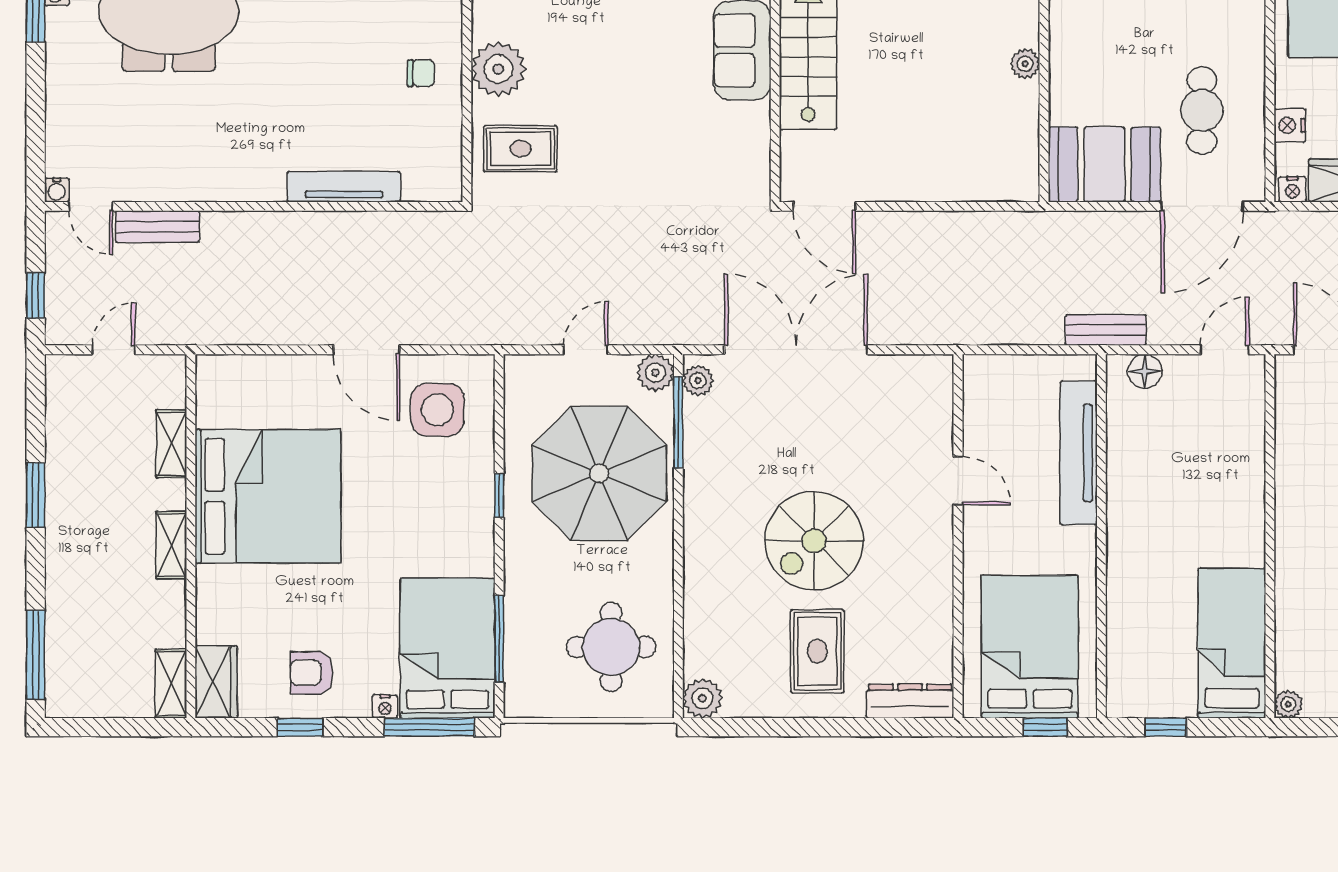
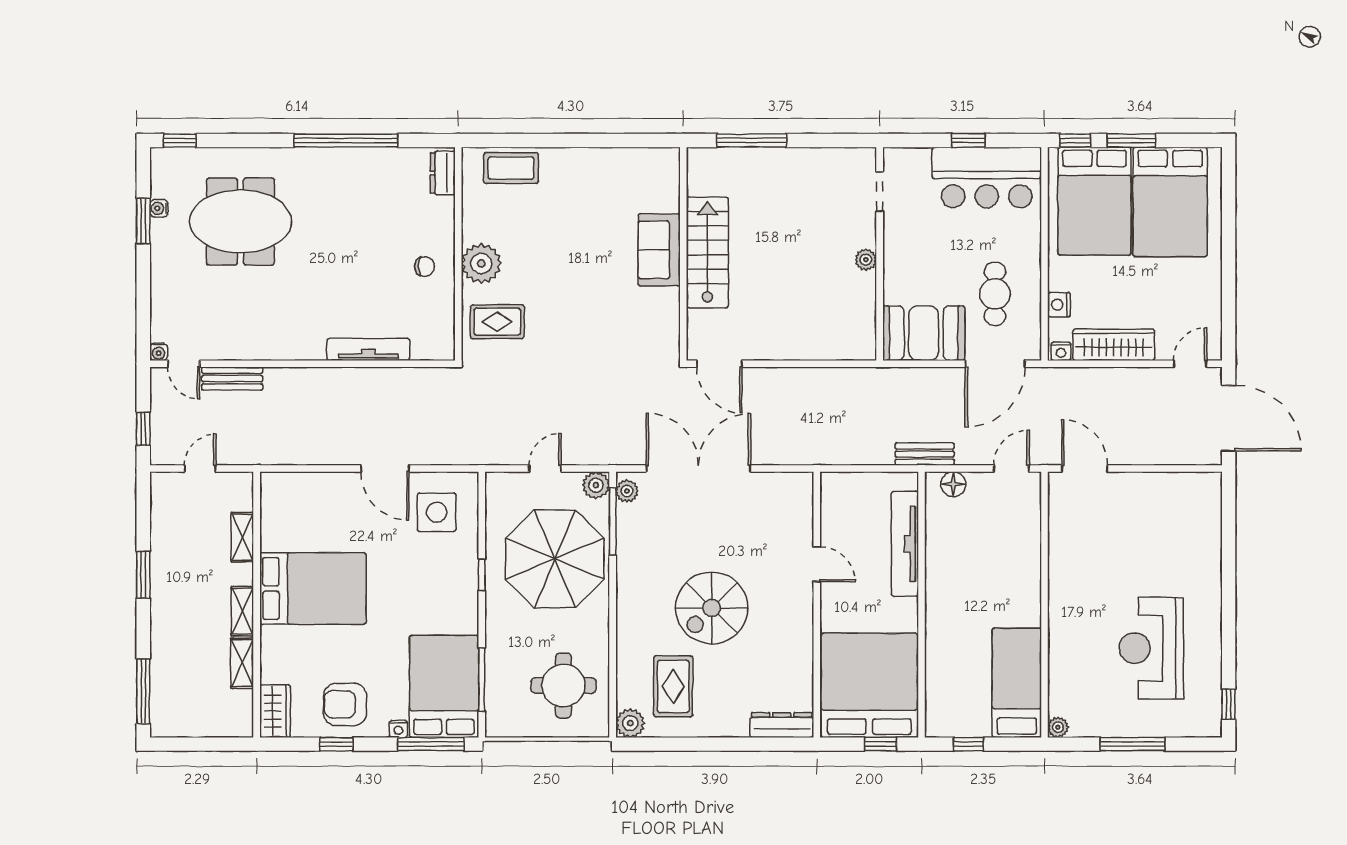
bed: (268, 496) -> (313, 589), width x0.73
bed: (1030, 647) -> (869, 685), width x1.36
rug: (817, 651) -> (673, 686), moved
armchair: (312, 673) -> (345, 704), width x1.38, depth x1.38
shelving: (171, 684) -> (242, 663), moved

